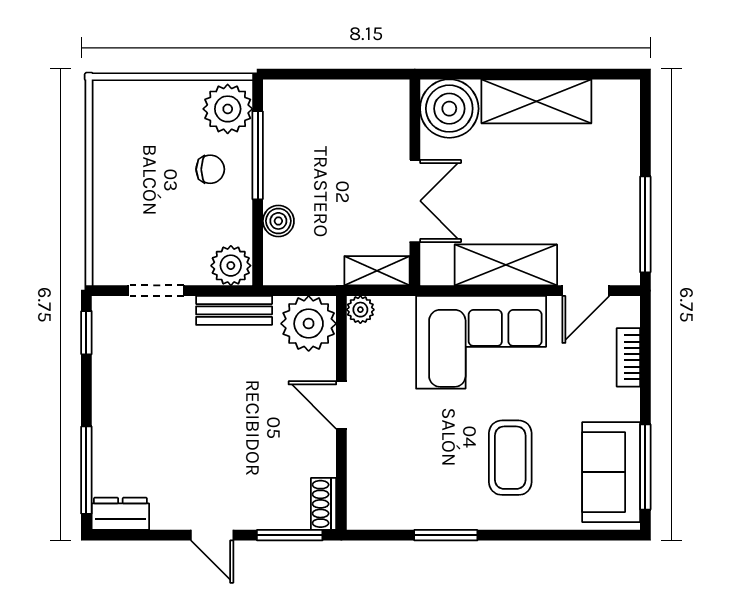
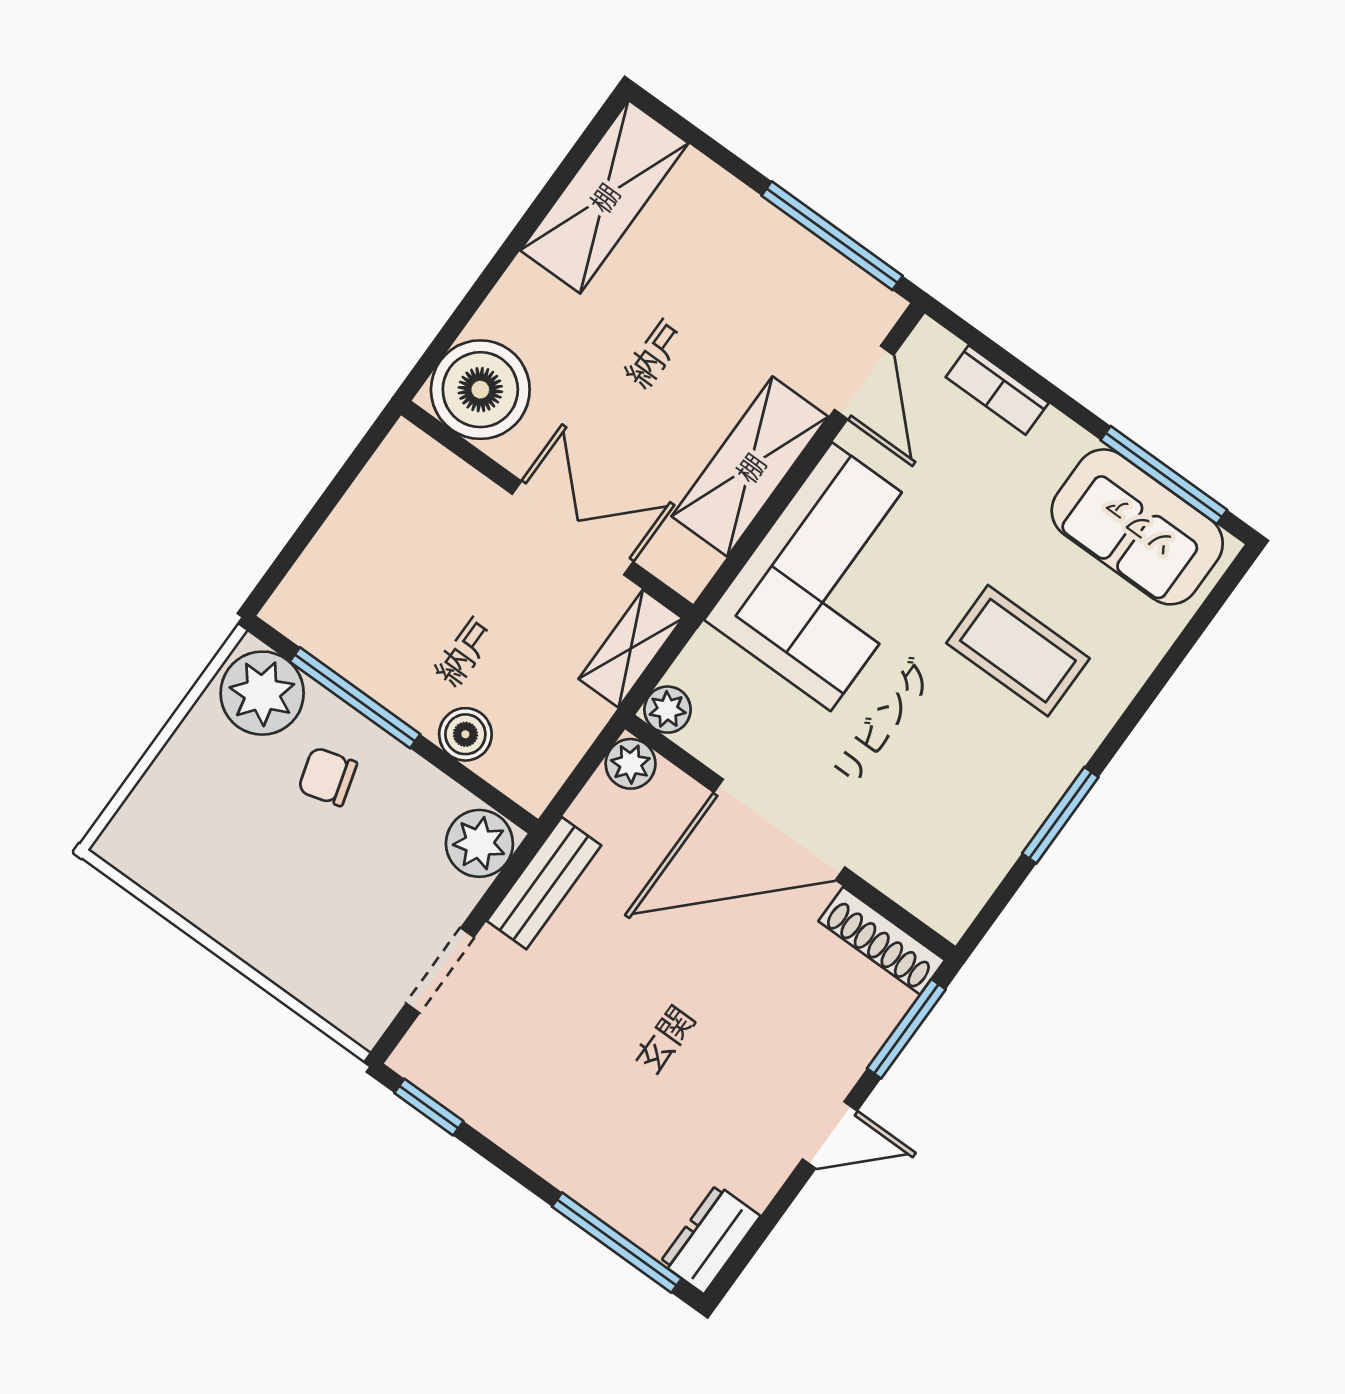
shelving: (536, 101) -> (604, 197), moved
chair: (210, 169) -> (327, 777), turned -106
plant: (309, 324) -> (631, 764), width x0.53, depth x0.53
door: (341, 405) -> (779, 830), width x1.87
shoe rack: (324, 504) -> (882, 941), width x1.43

